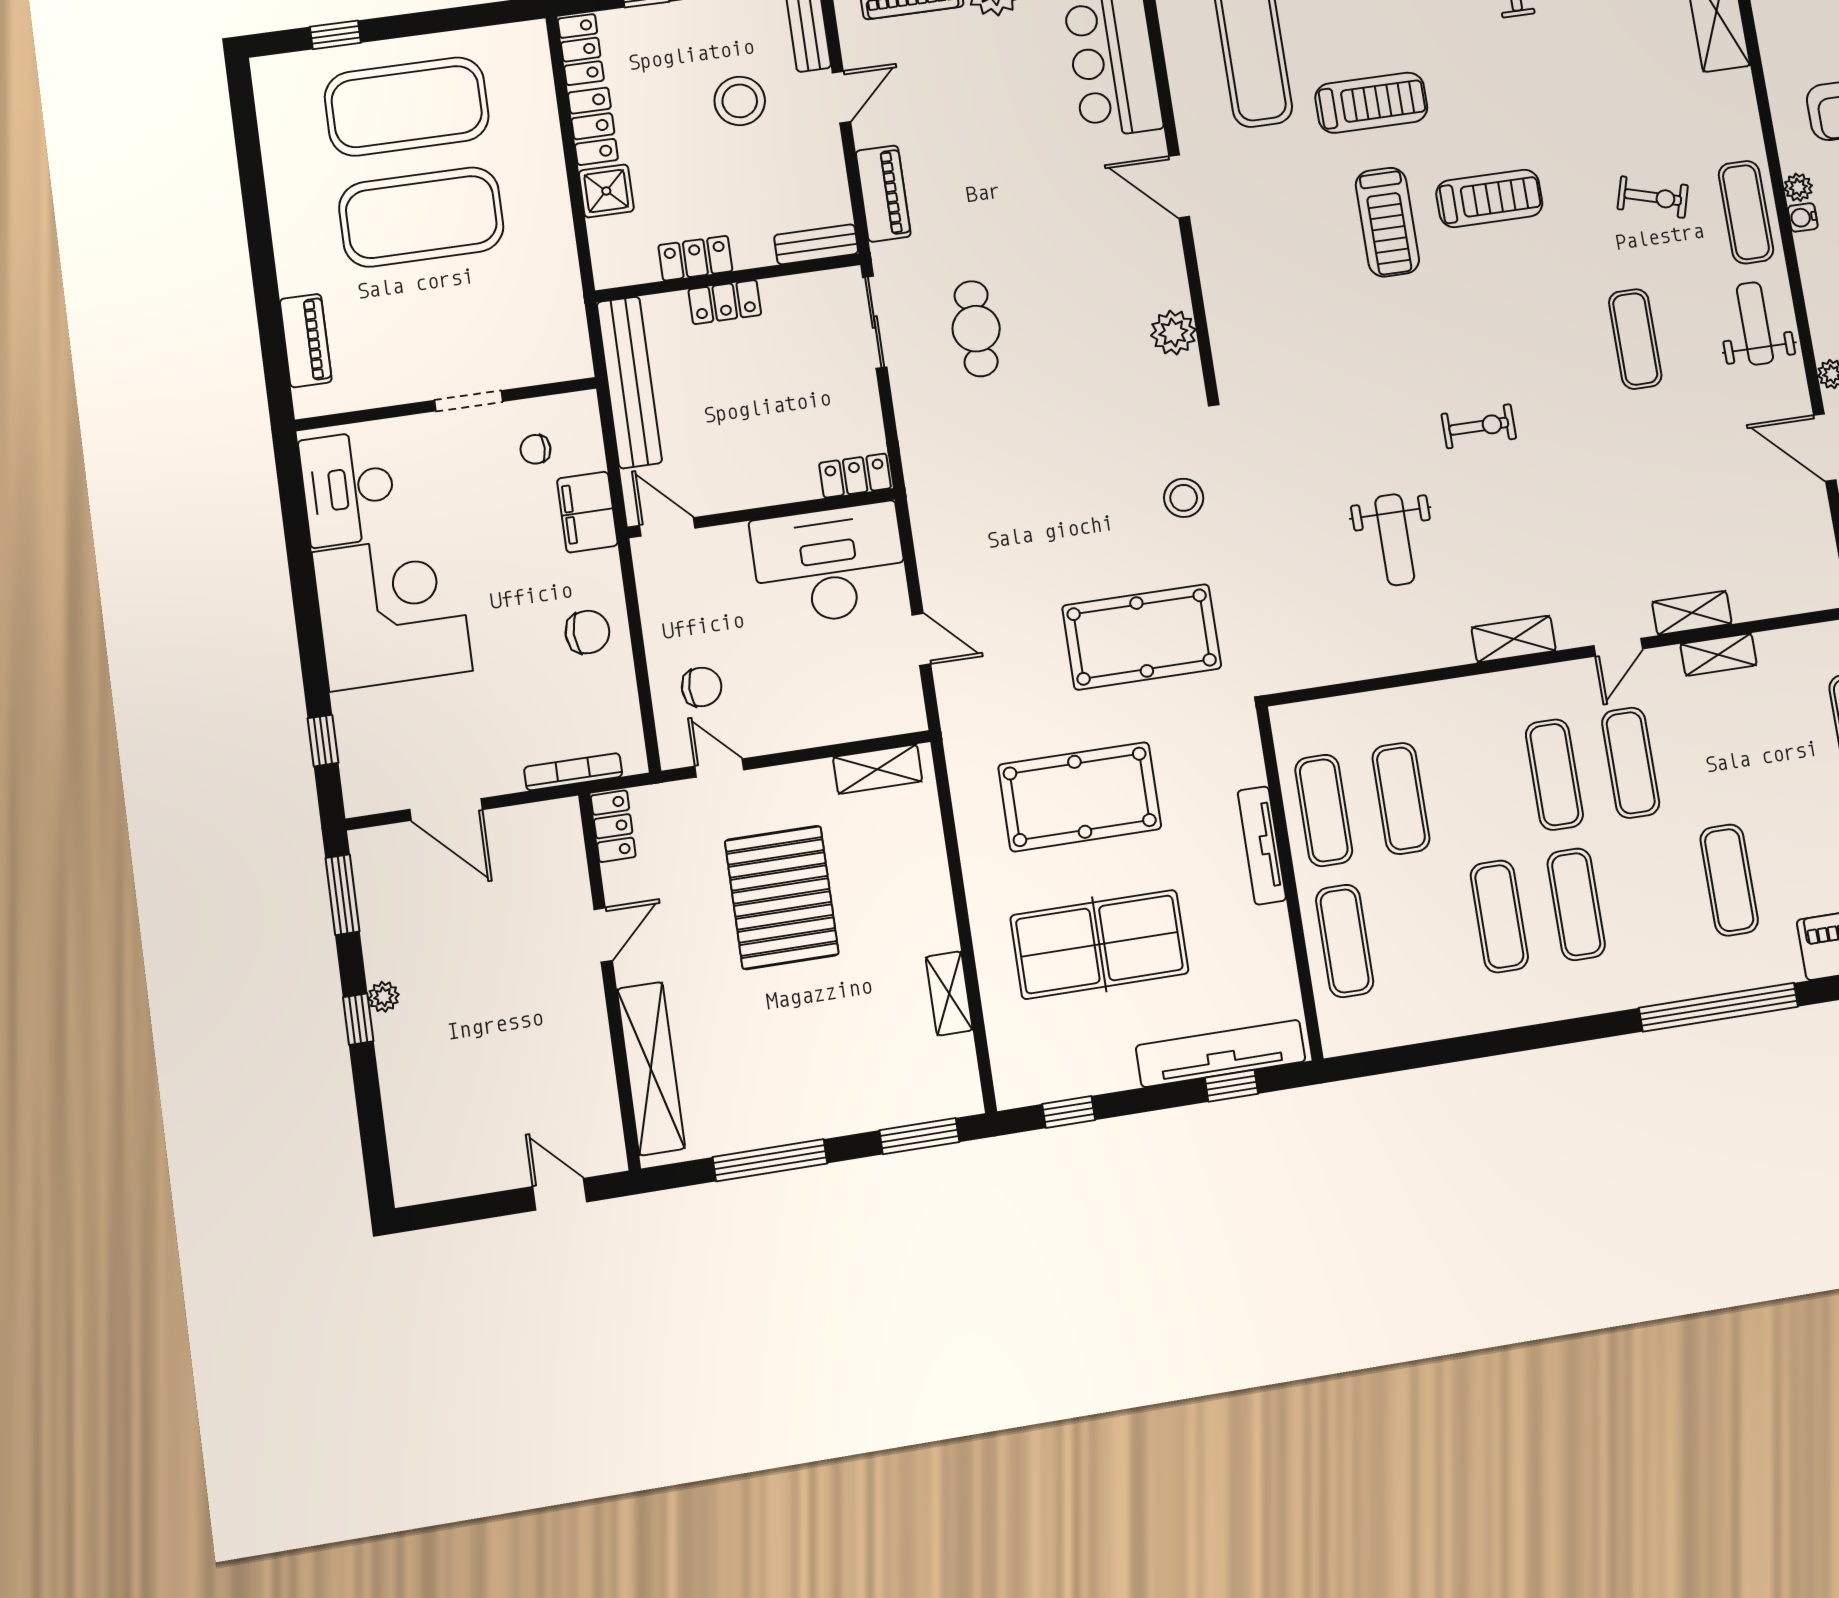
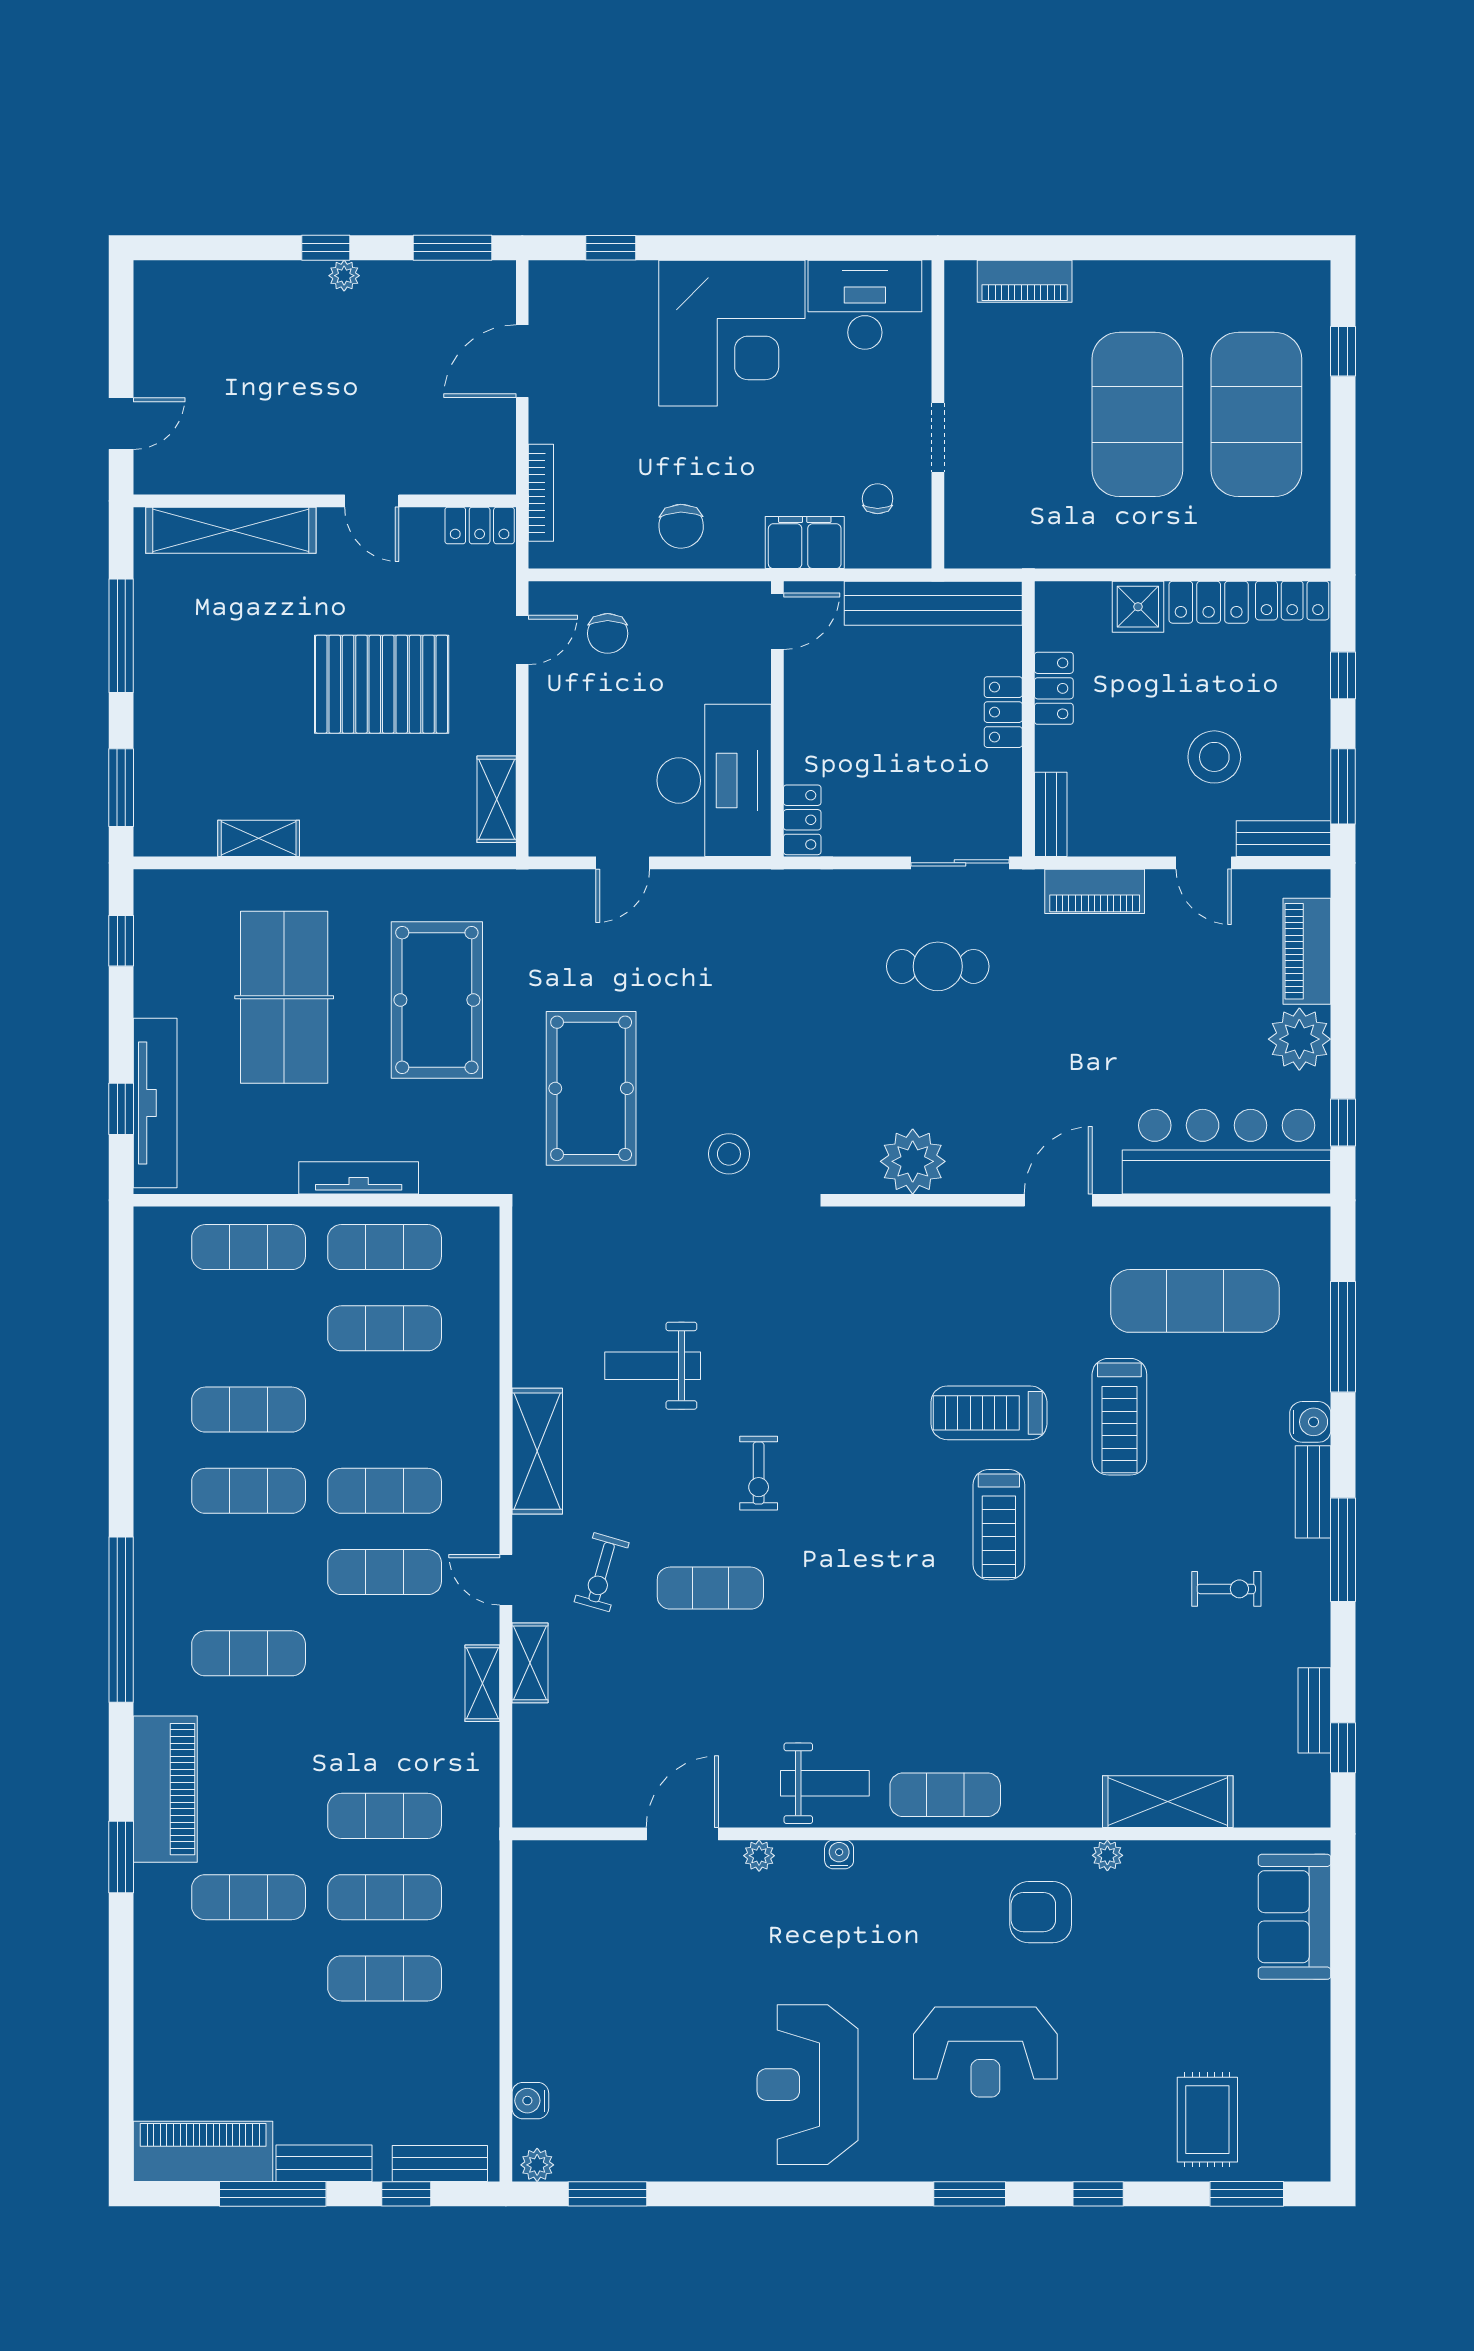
plant: (1798, 187) -> (1107, 1855), moved
exercise bike: (1653, 197) -> (602, 1572), moved
water cooler: (1803, 217) -> (839, 1854), moved
plant: (1173, 333) -> (913, 1161), width x1.36, depth x1.36
exercise mat: (1635, 339) -> (710, 1588), moved
shelving: (1514, 639) -> (537, 1451), width x1.50, depth x1.33

